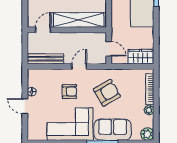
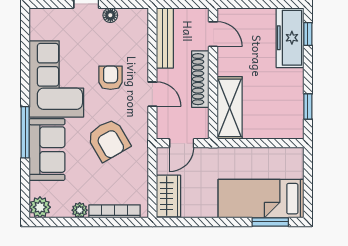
shelving: (79, 20) -> (230, 108), width x0.68
shoe rack: (70, 38) -> (200, 79), added
armchair: (69, 92) -> (111, 78), turned 180

